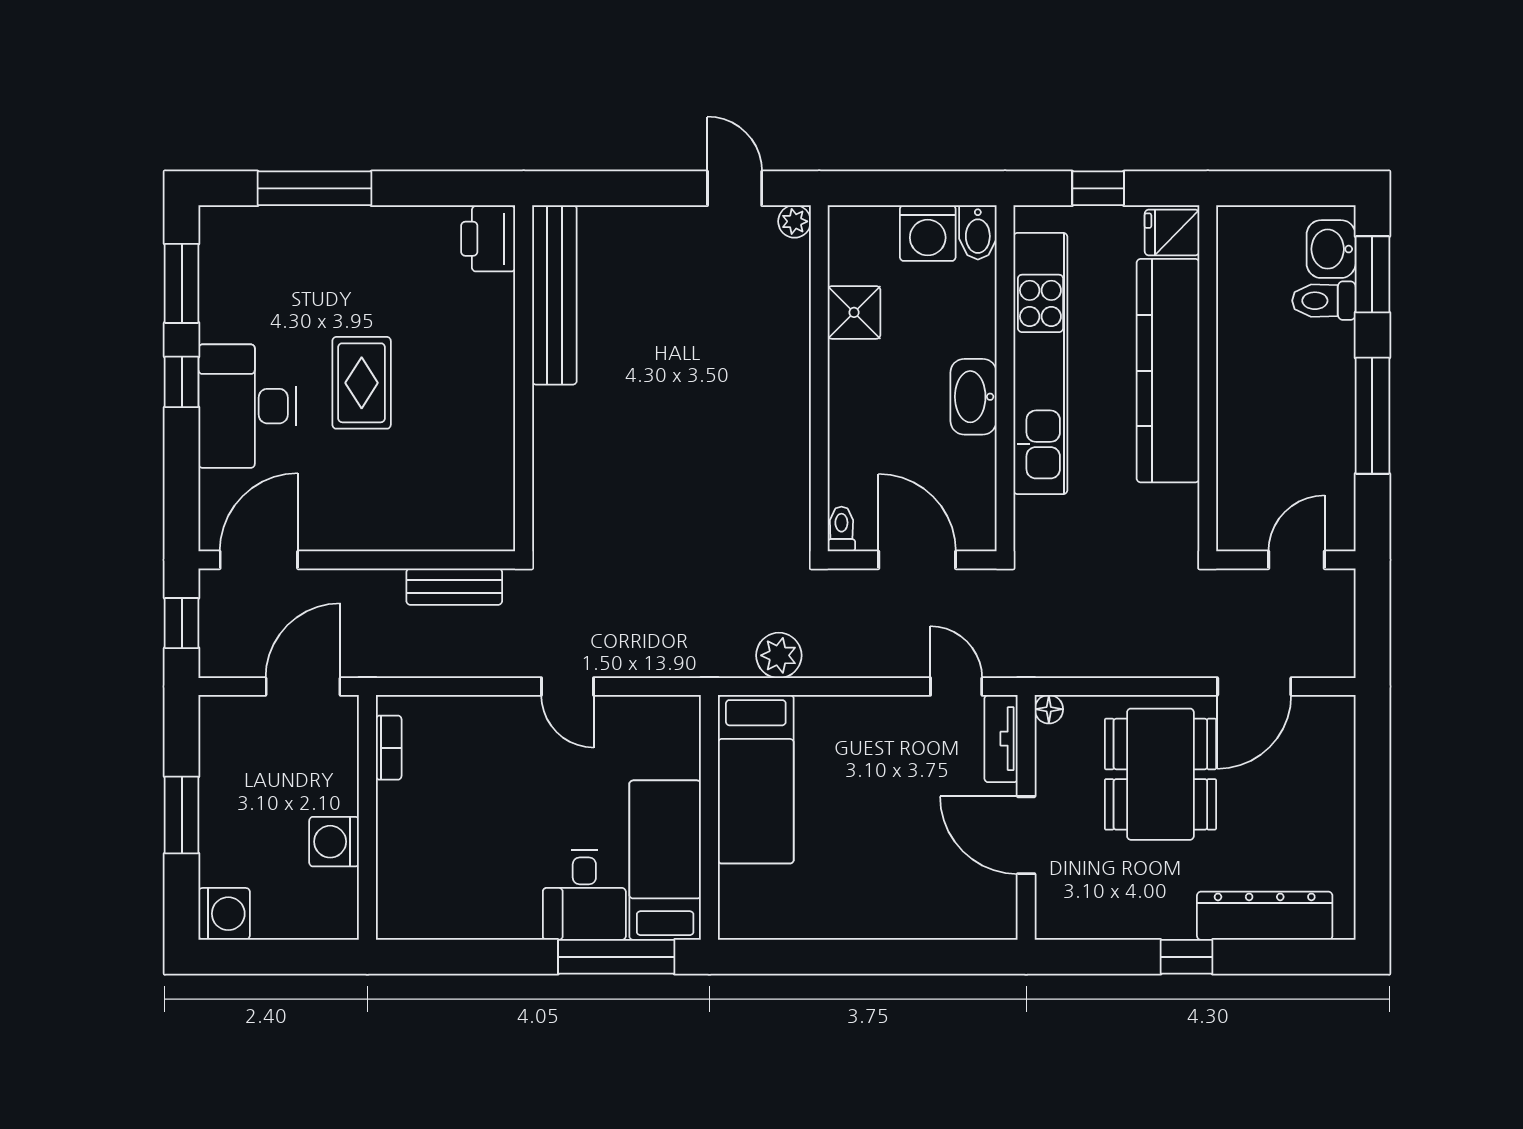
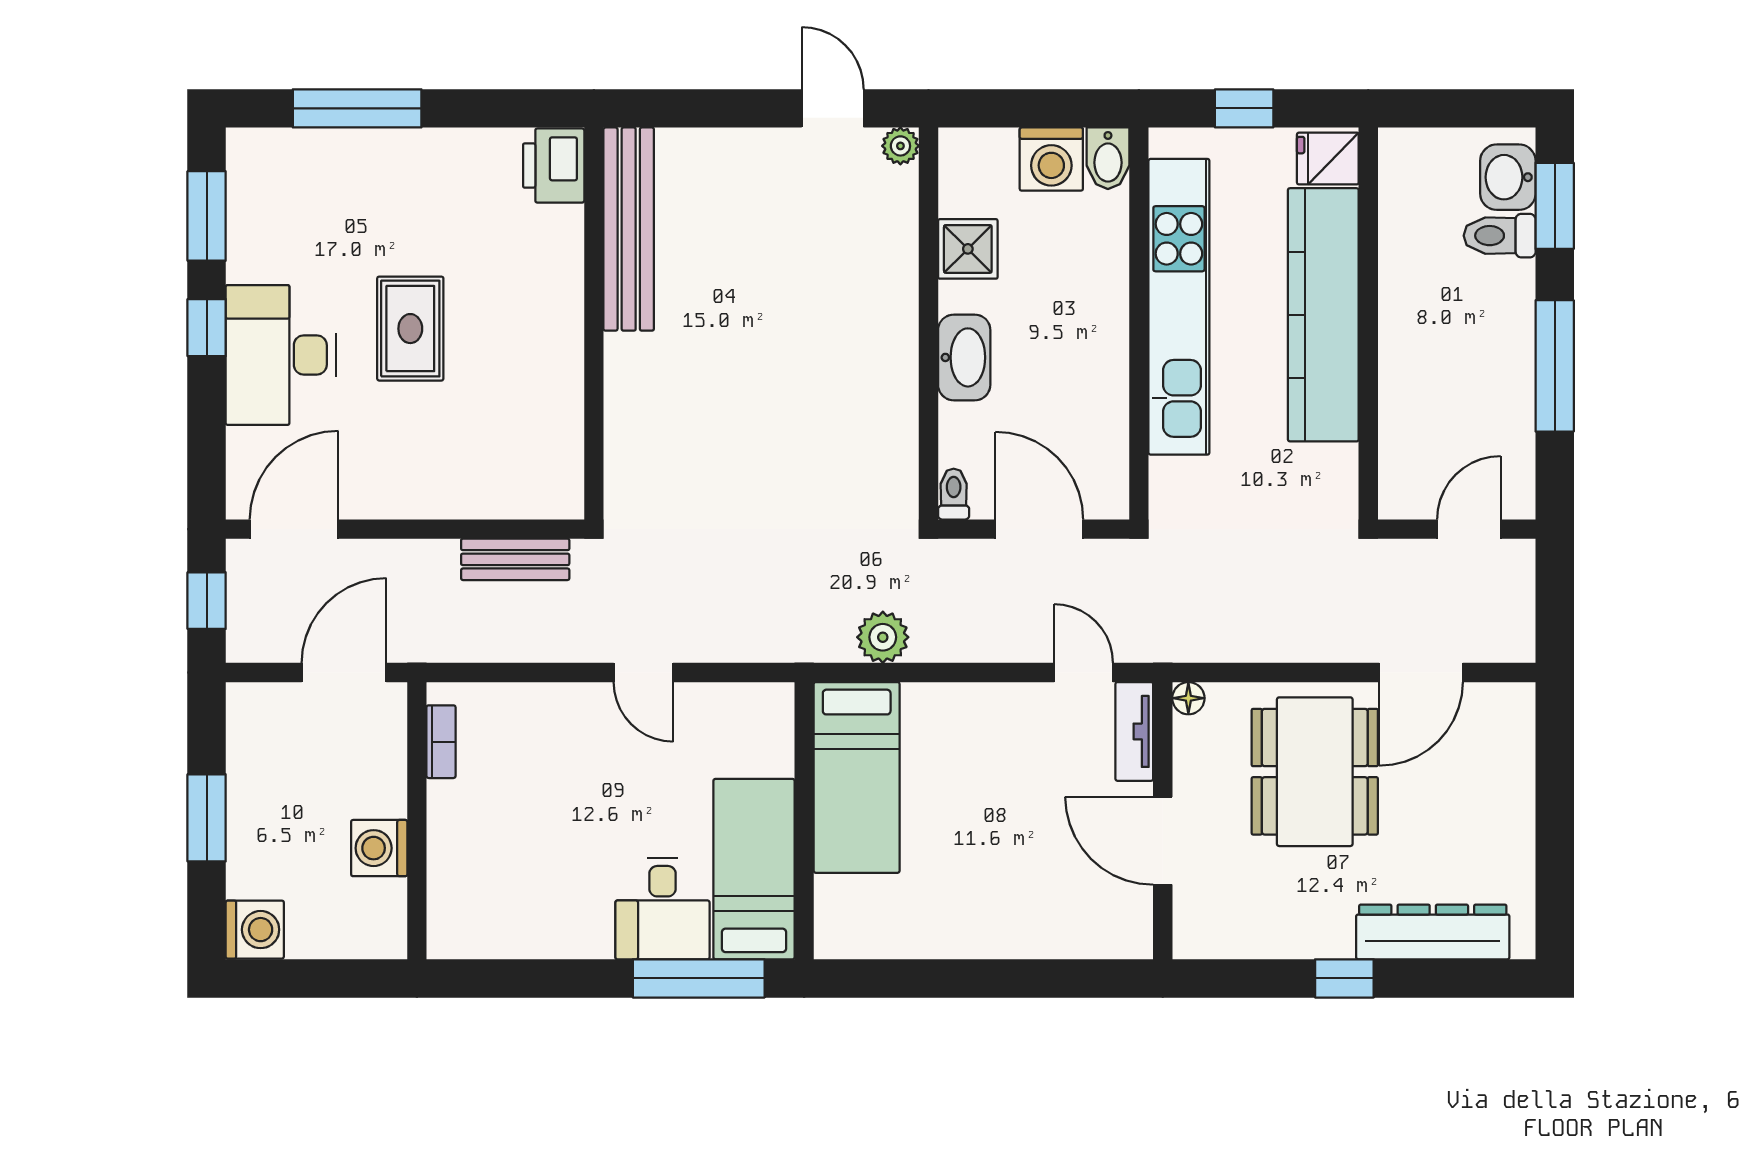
washbasin: (973, 397) -> (964, 357), moved, turned 180

